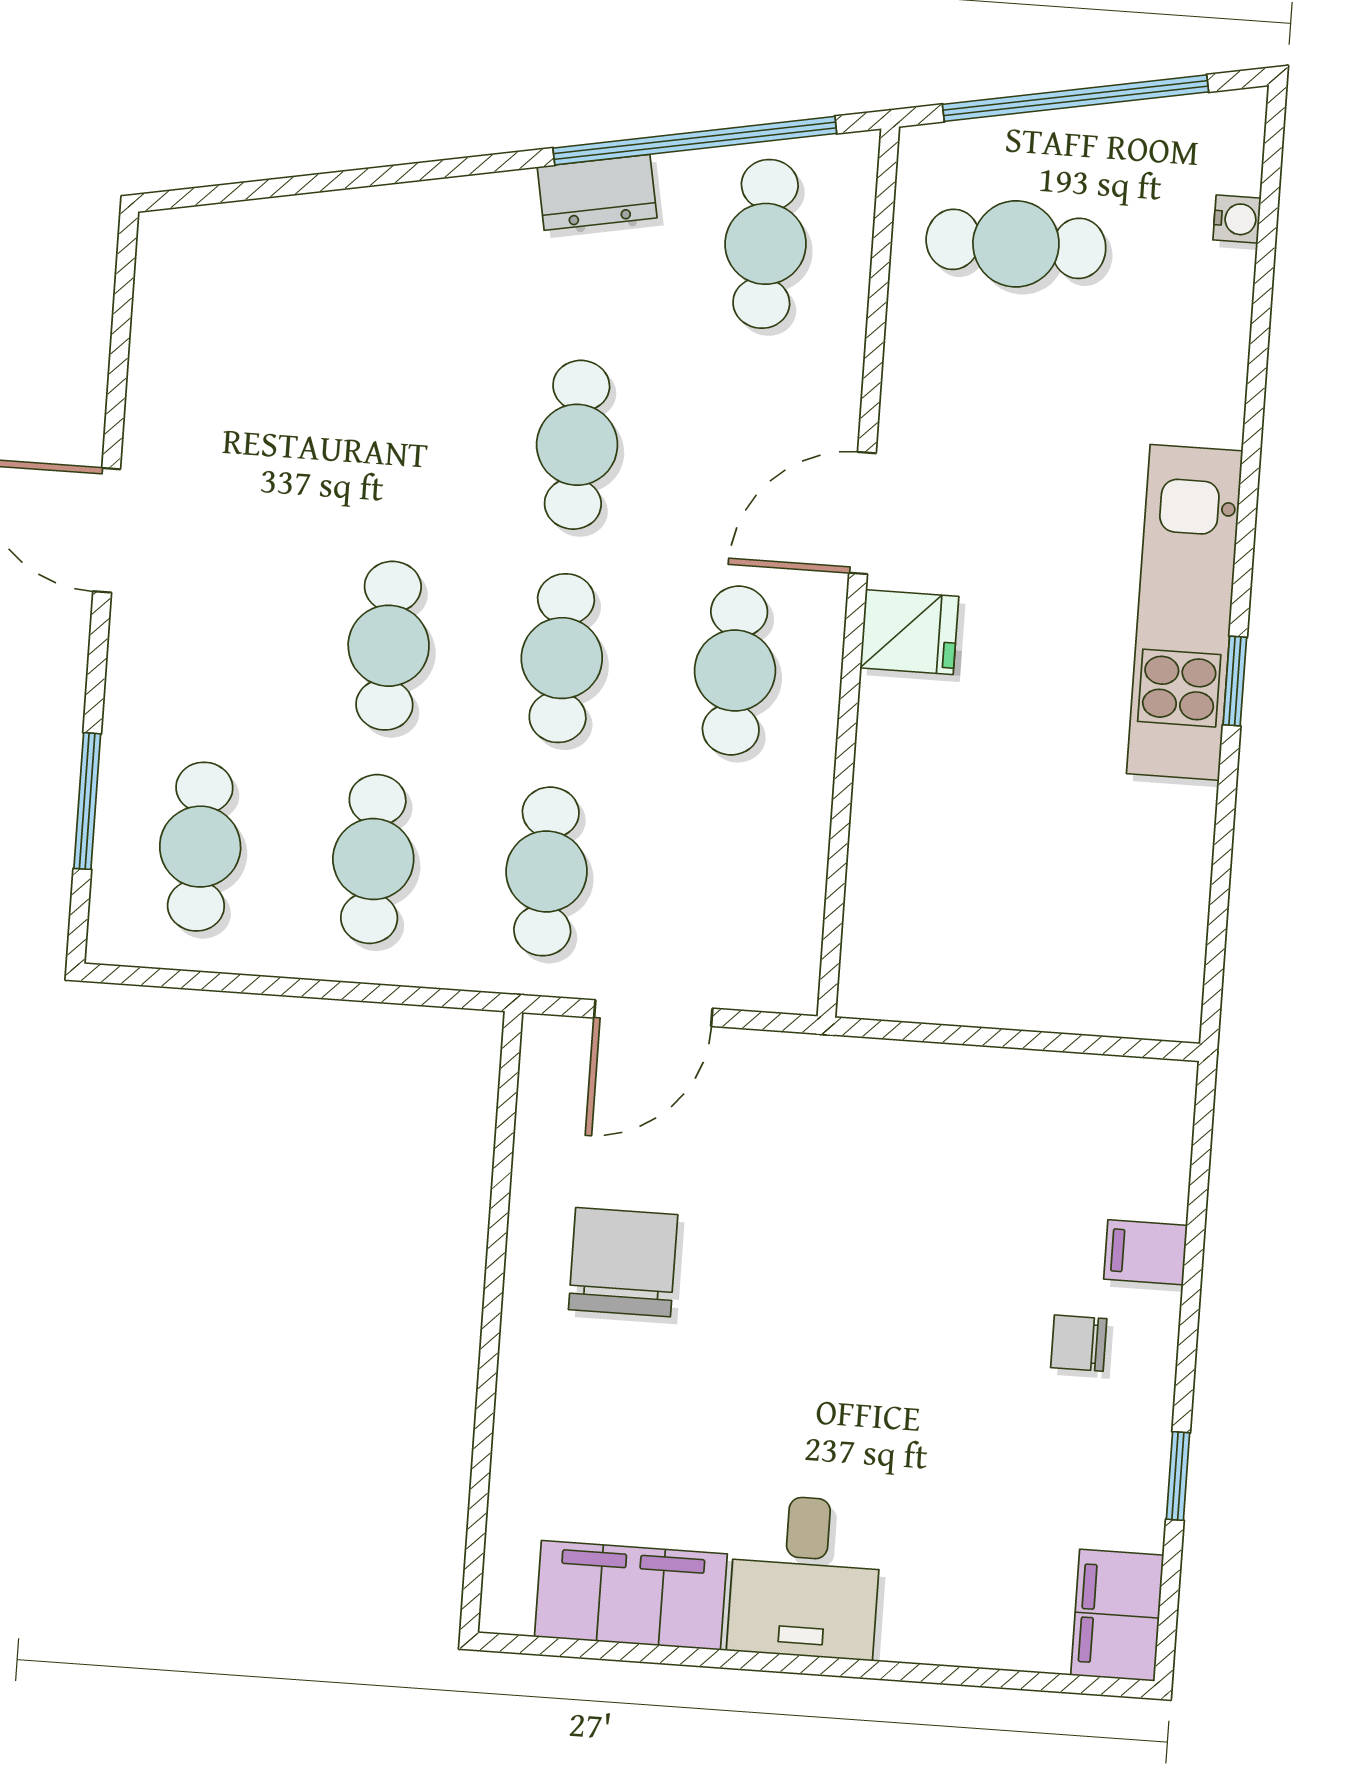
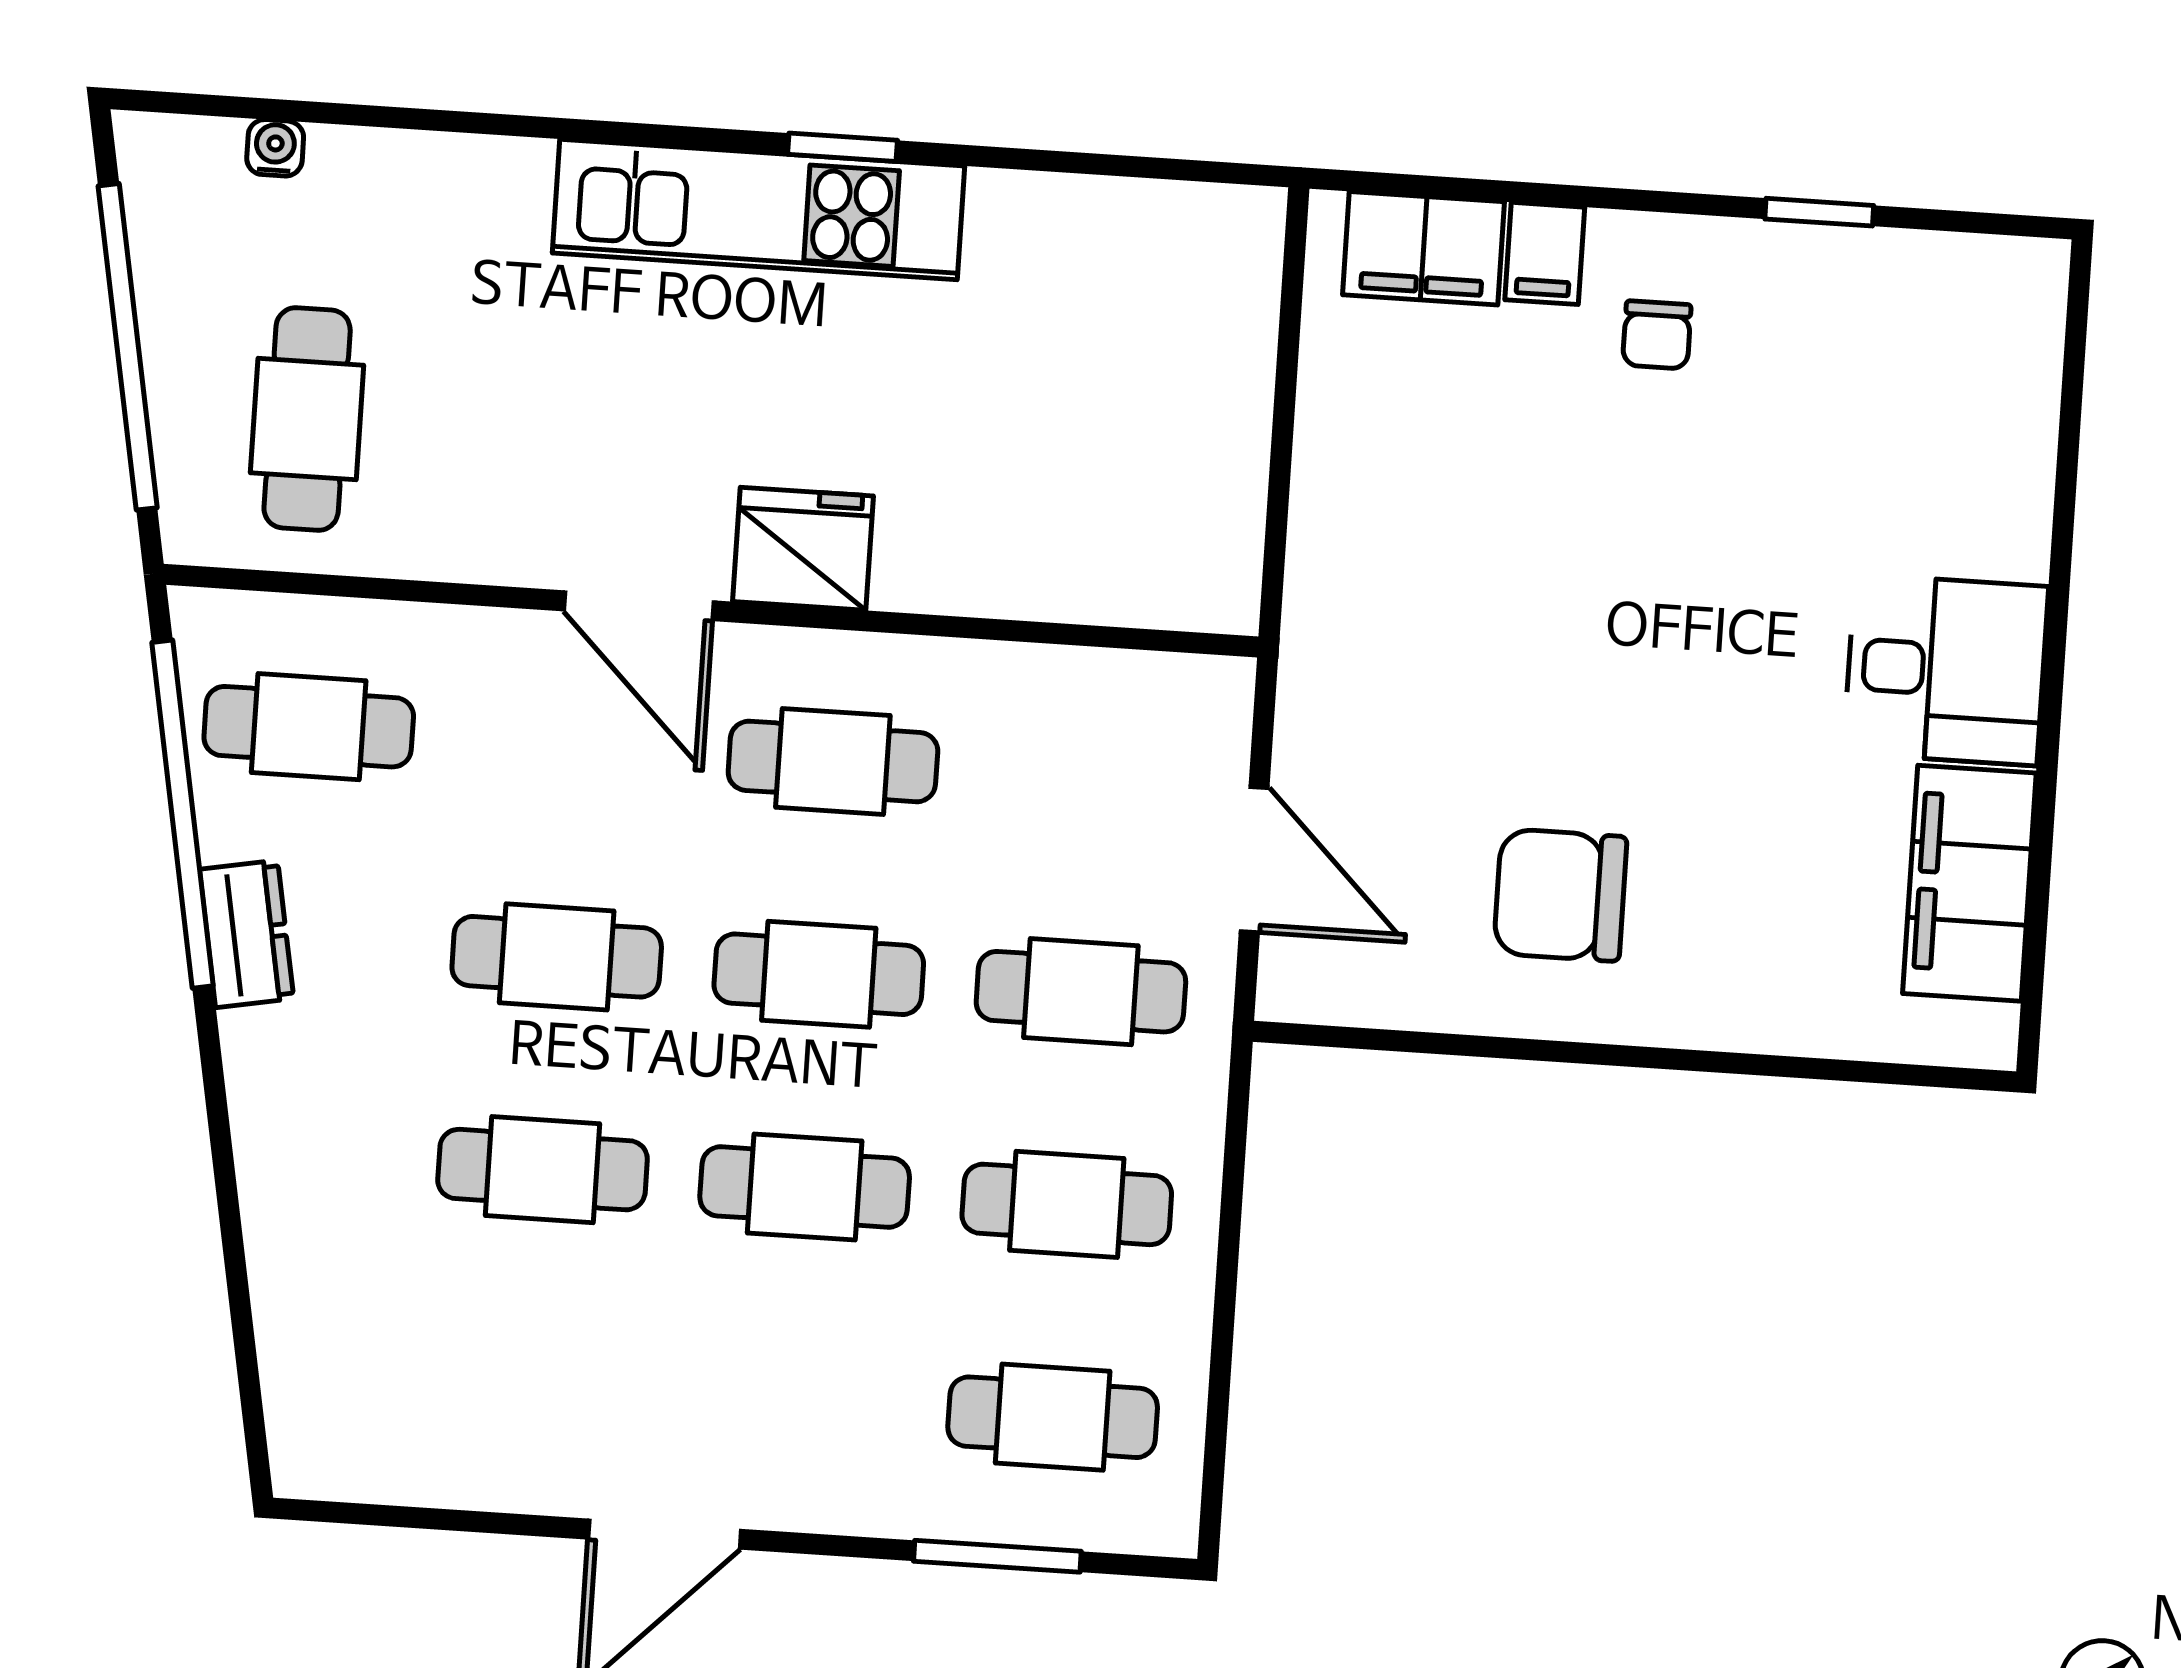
cafe table: (404, 432) -> (543, 1170), added
fridge: (909, 632) -> (803, 549), width x1.38
filing cabinet: (1117, 1615) -> (1423, 248), moved

